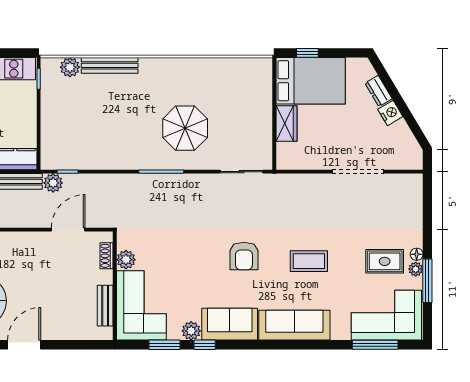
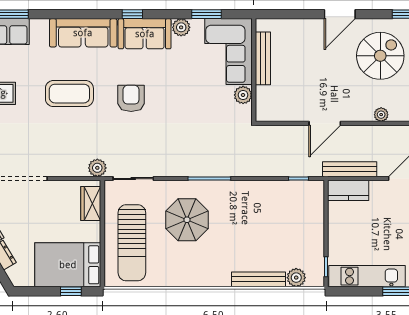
sun lounger: (243, 104) -> (132, 243), added
wardrobe: (286, 123) -> (91, 203), moved
plant: (53, 183) -> (97, 168), moved
door: (68, 230) -> (325, 123), moved
shoe rack: (107, 256) -> (262, 99), removed
coffee table: (309, 261) -> (69, 94), width x1.36, depth x1.32
bench: (105, 306) -> (263, 58), width x1.36
window: (205, 345) -> (132, 14), moved

